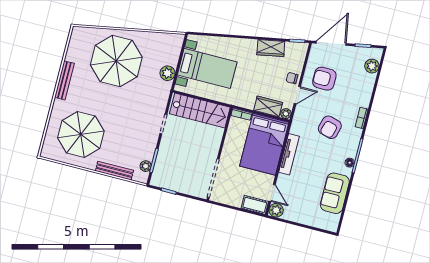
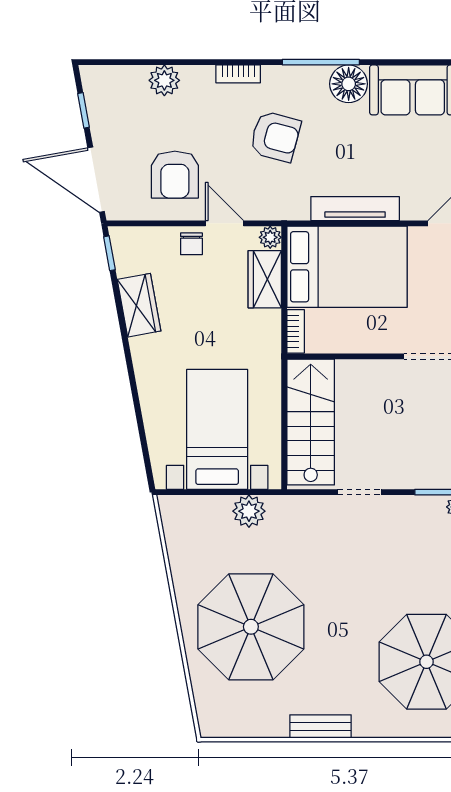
plant: (372, 66) -> (164, 80), moved
bench: (64, 80) -> (320, 726), width x0.73
floor lamp: (350, 163) -> (349, 84), width x1.89, depth x1.89

